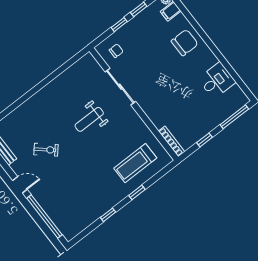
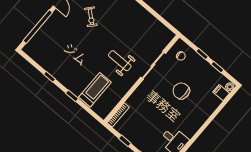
chair: (185, 43) -> (181, 91), moved, turned 180
weight bench: (89, 119) -> (120, 61), moved
treadmill: (135, 163) -> (95, 90), turned 90

